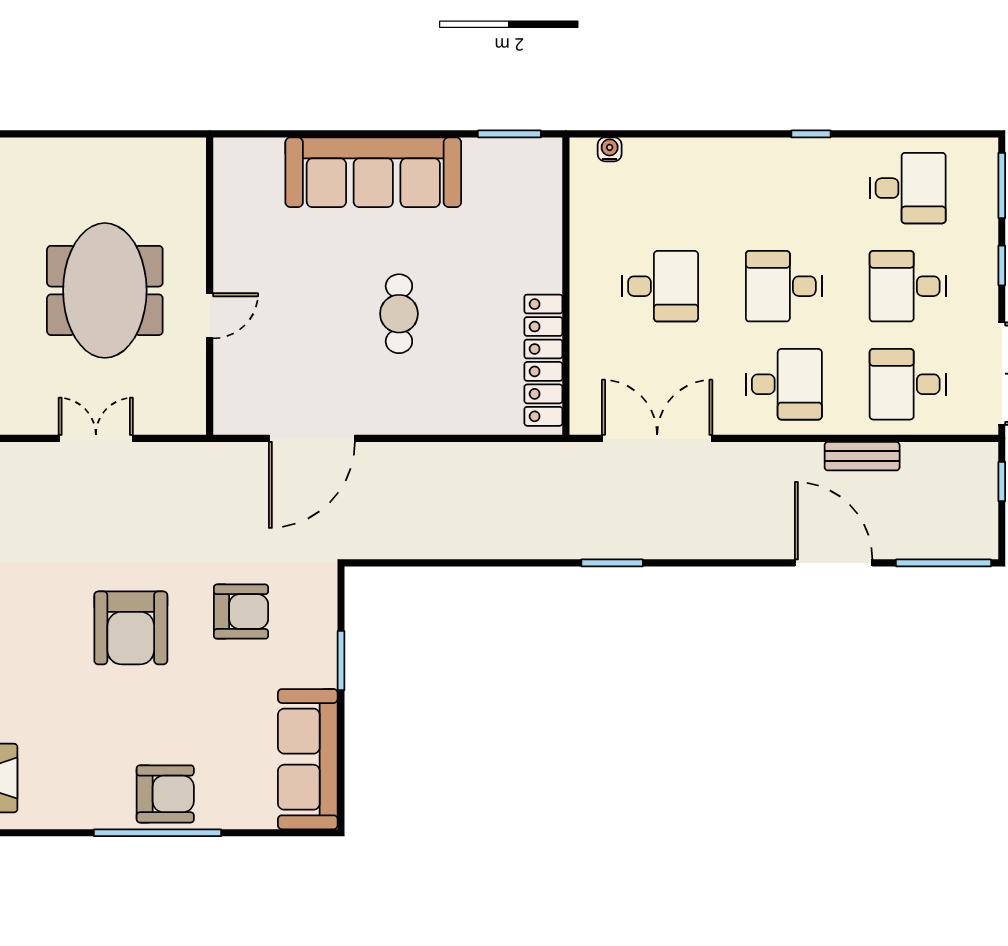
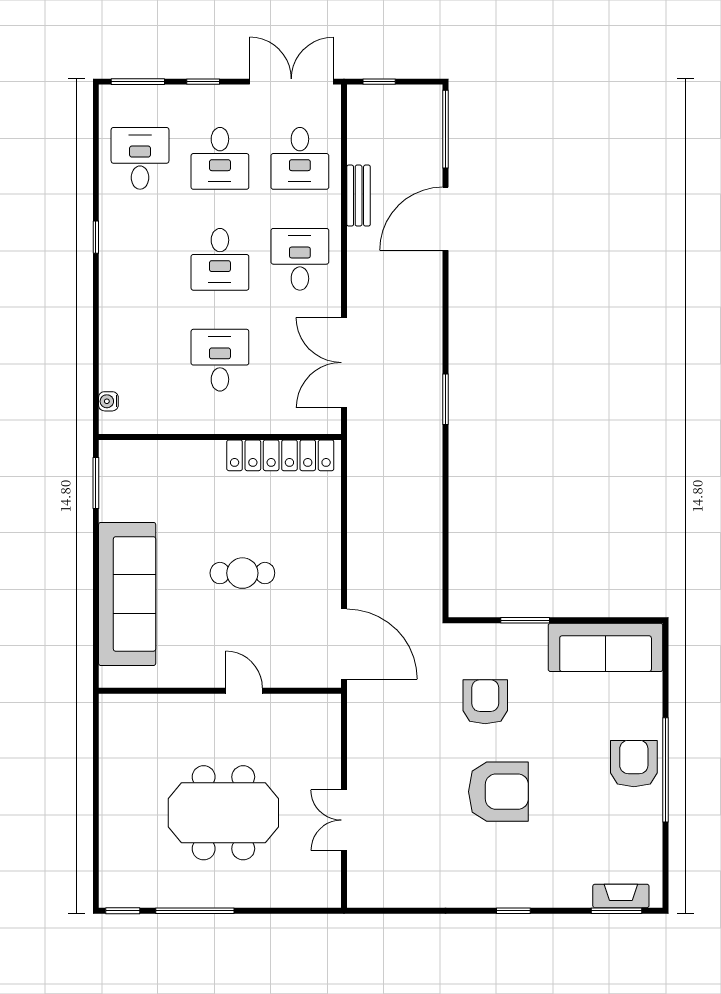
wall: (210, 286) -> (220, 691), moved
door: (210, 316) -> (244, 691), moved

